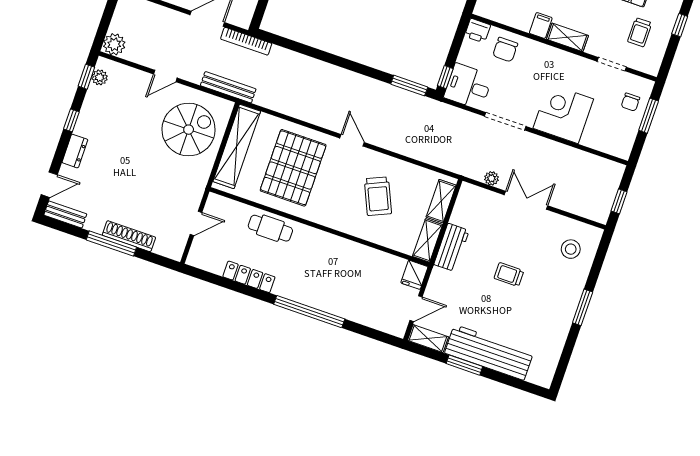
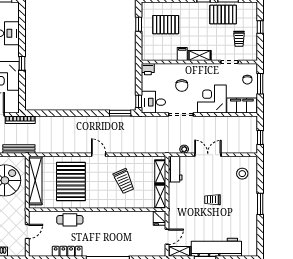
chair: (505, 50) -> (182, 86), moved
filing cabinet: (607, 140) -> (242, 106), added
workbench: (451, 247) -> (175, 169), moved

